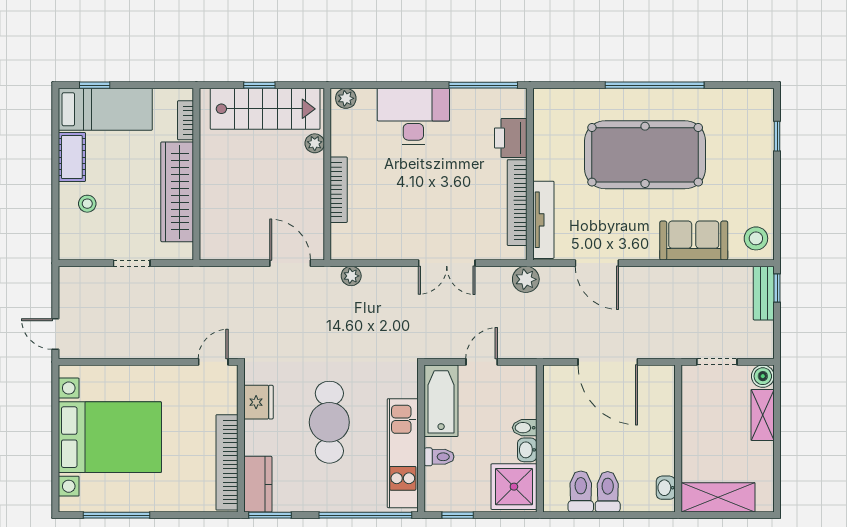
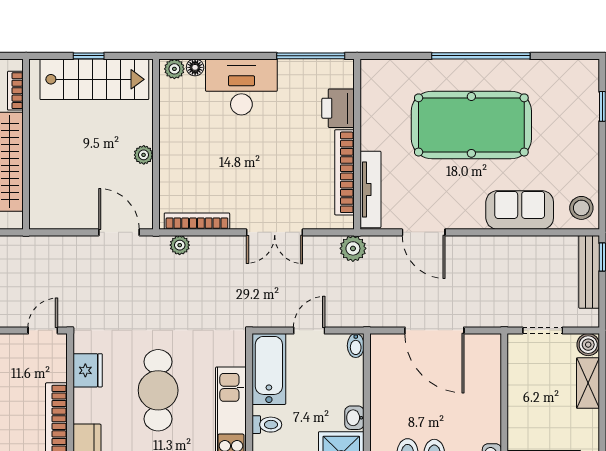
floor lamp: (367, 97) -> (195, 67), added
plant: (315, 143) -> (144, 155), moved
bookcase: (339, 190) -> (197, 221), moved, turned -90
bench: (764, 293) -> (589, 272), width x1.36
bidet: (525, 428) -> (356, 346), moved, turned -90

